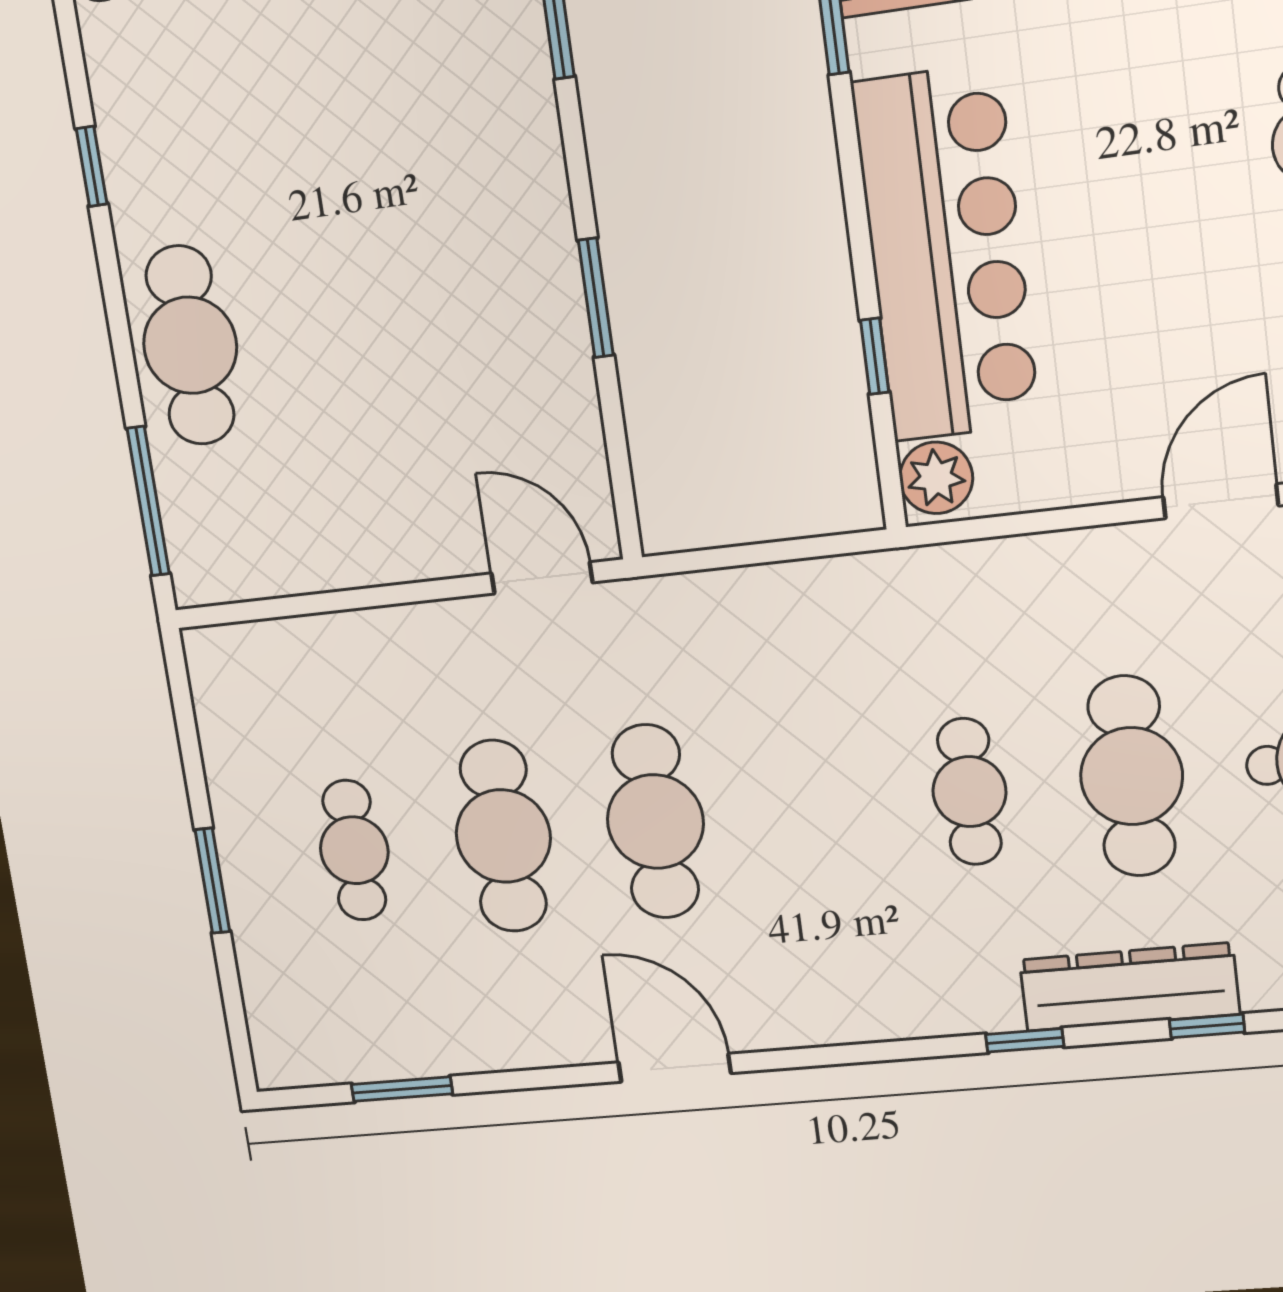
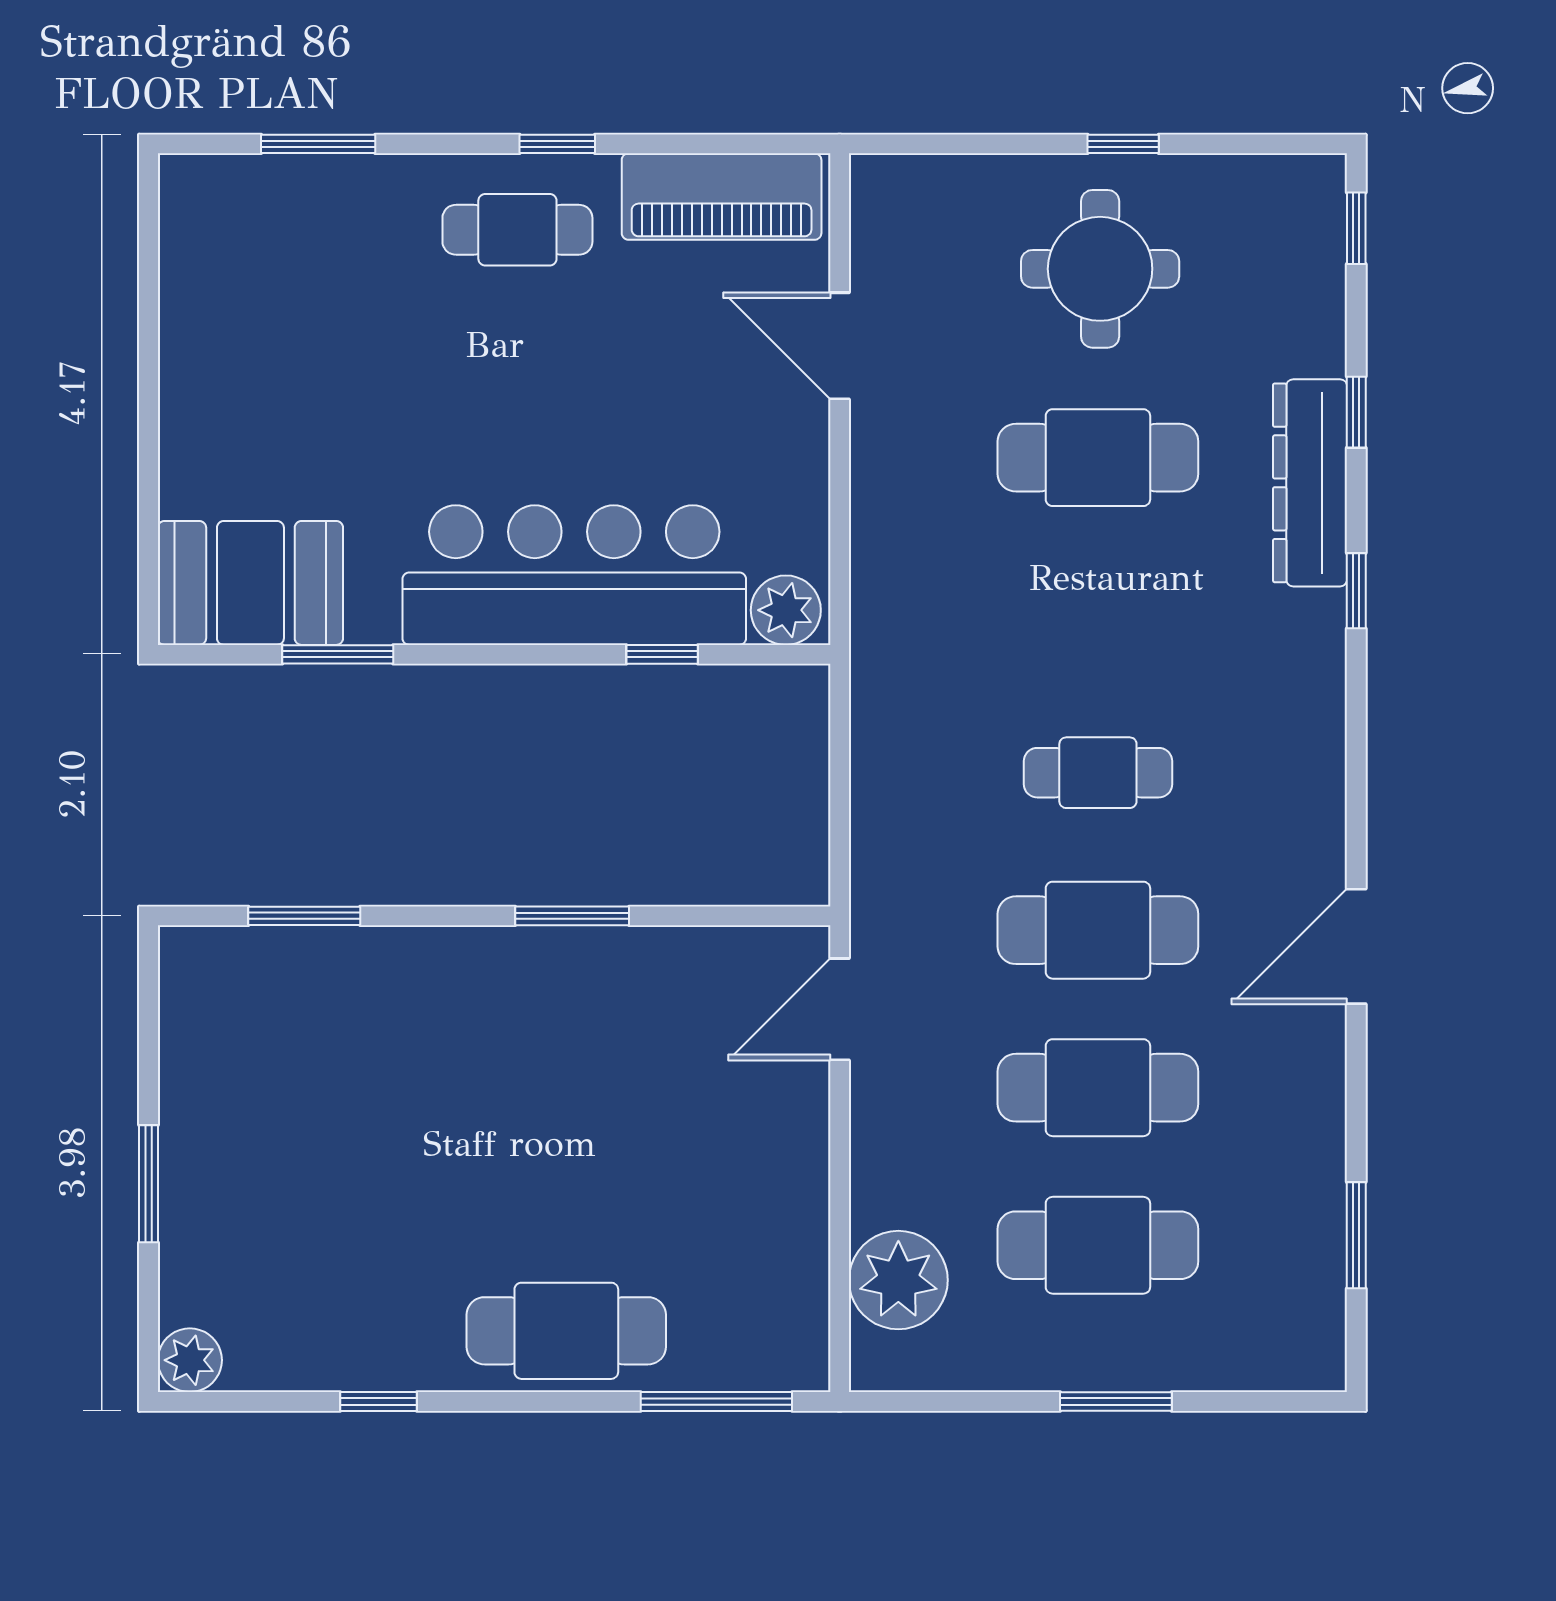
plant: (291, 664) -> (898, 1280), added
cafe table: (969, 792) -> (1098, 773), moved
cafe table: (354, 850) -> (1098, 1245), width x1.37, depth x1.35

